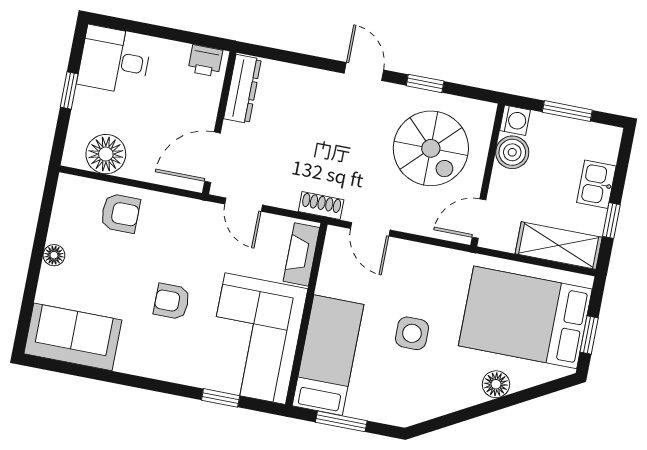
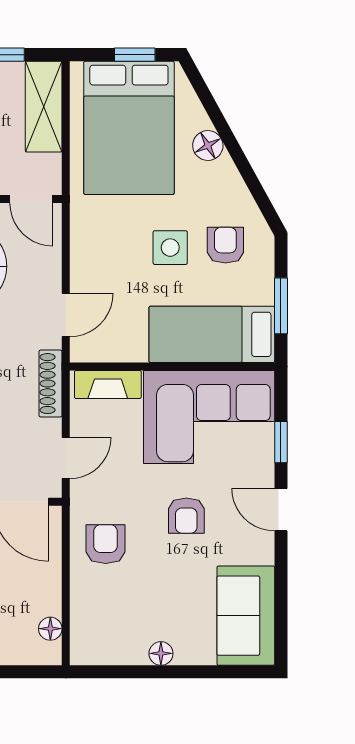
floor lamp: (106, 154) -> (50, 629), width x0.53, depth x0.53
shoe rack: (321, 206) -> (51, 384), width x1.43
armchair: (120, 213) -> (106, 544), moved
armchair: (405, 383) -> (225, 245), added
door: (161, 386) -> (281, 510), added

